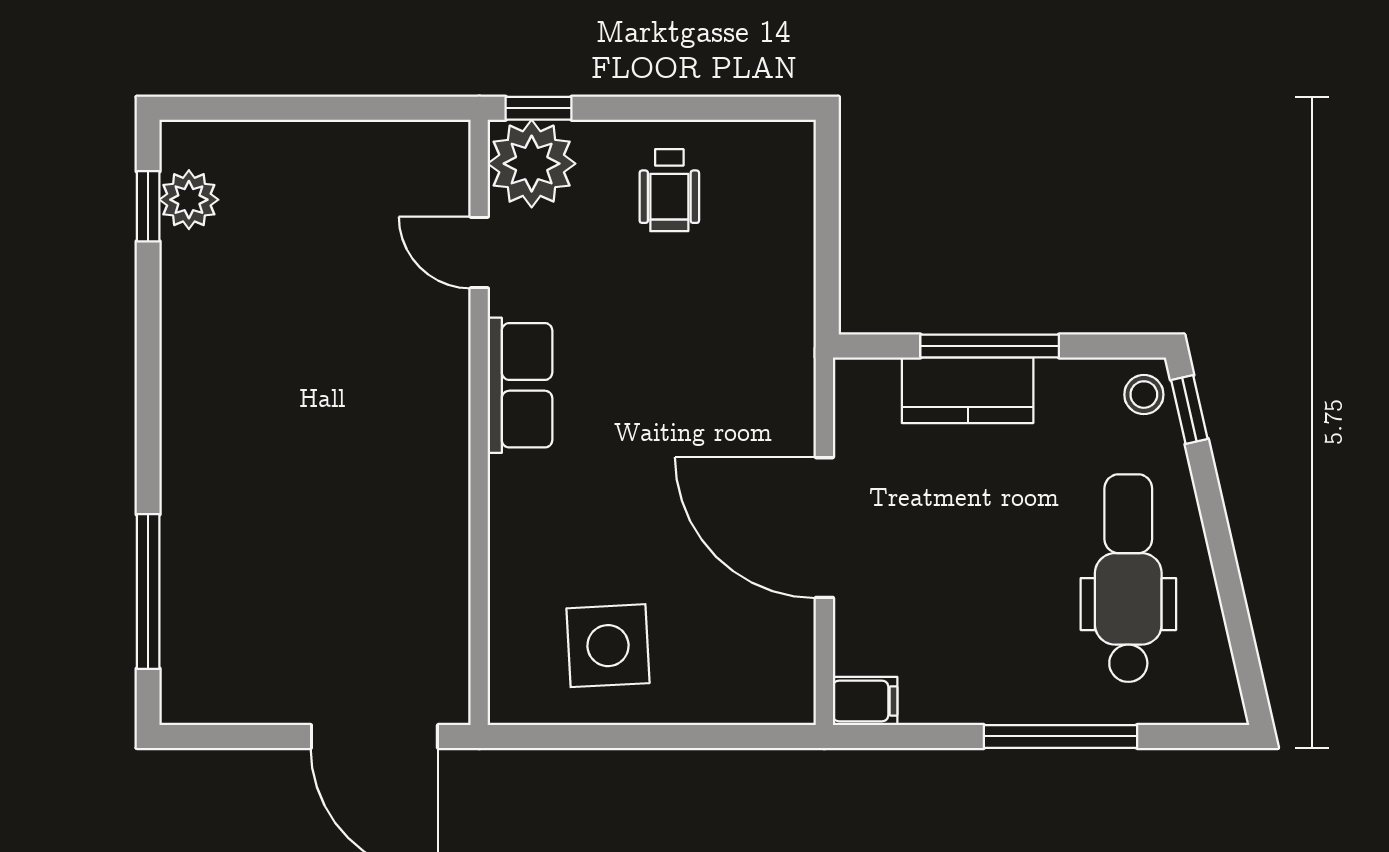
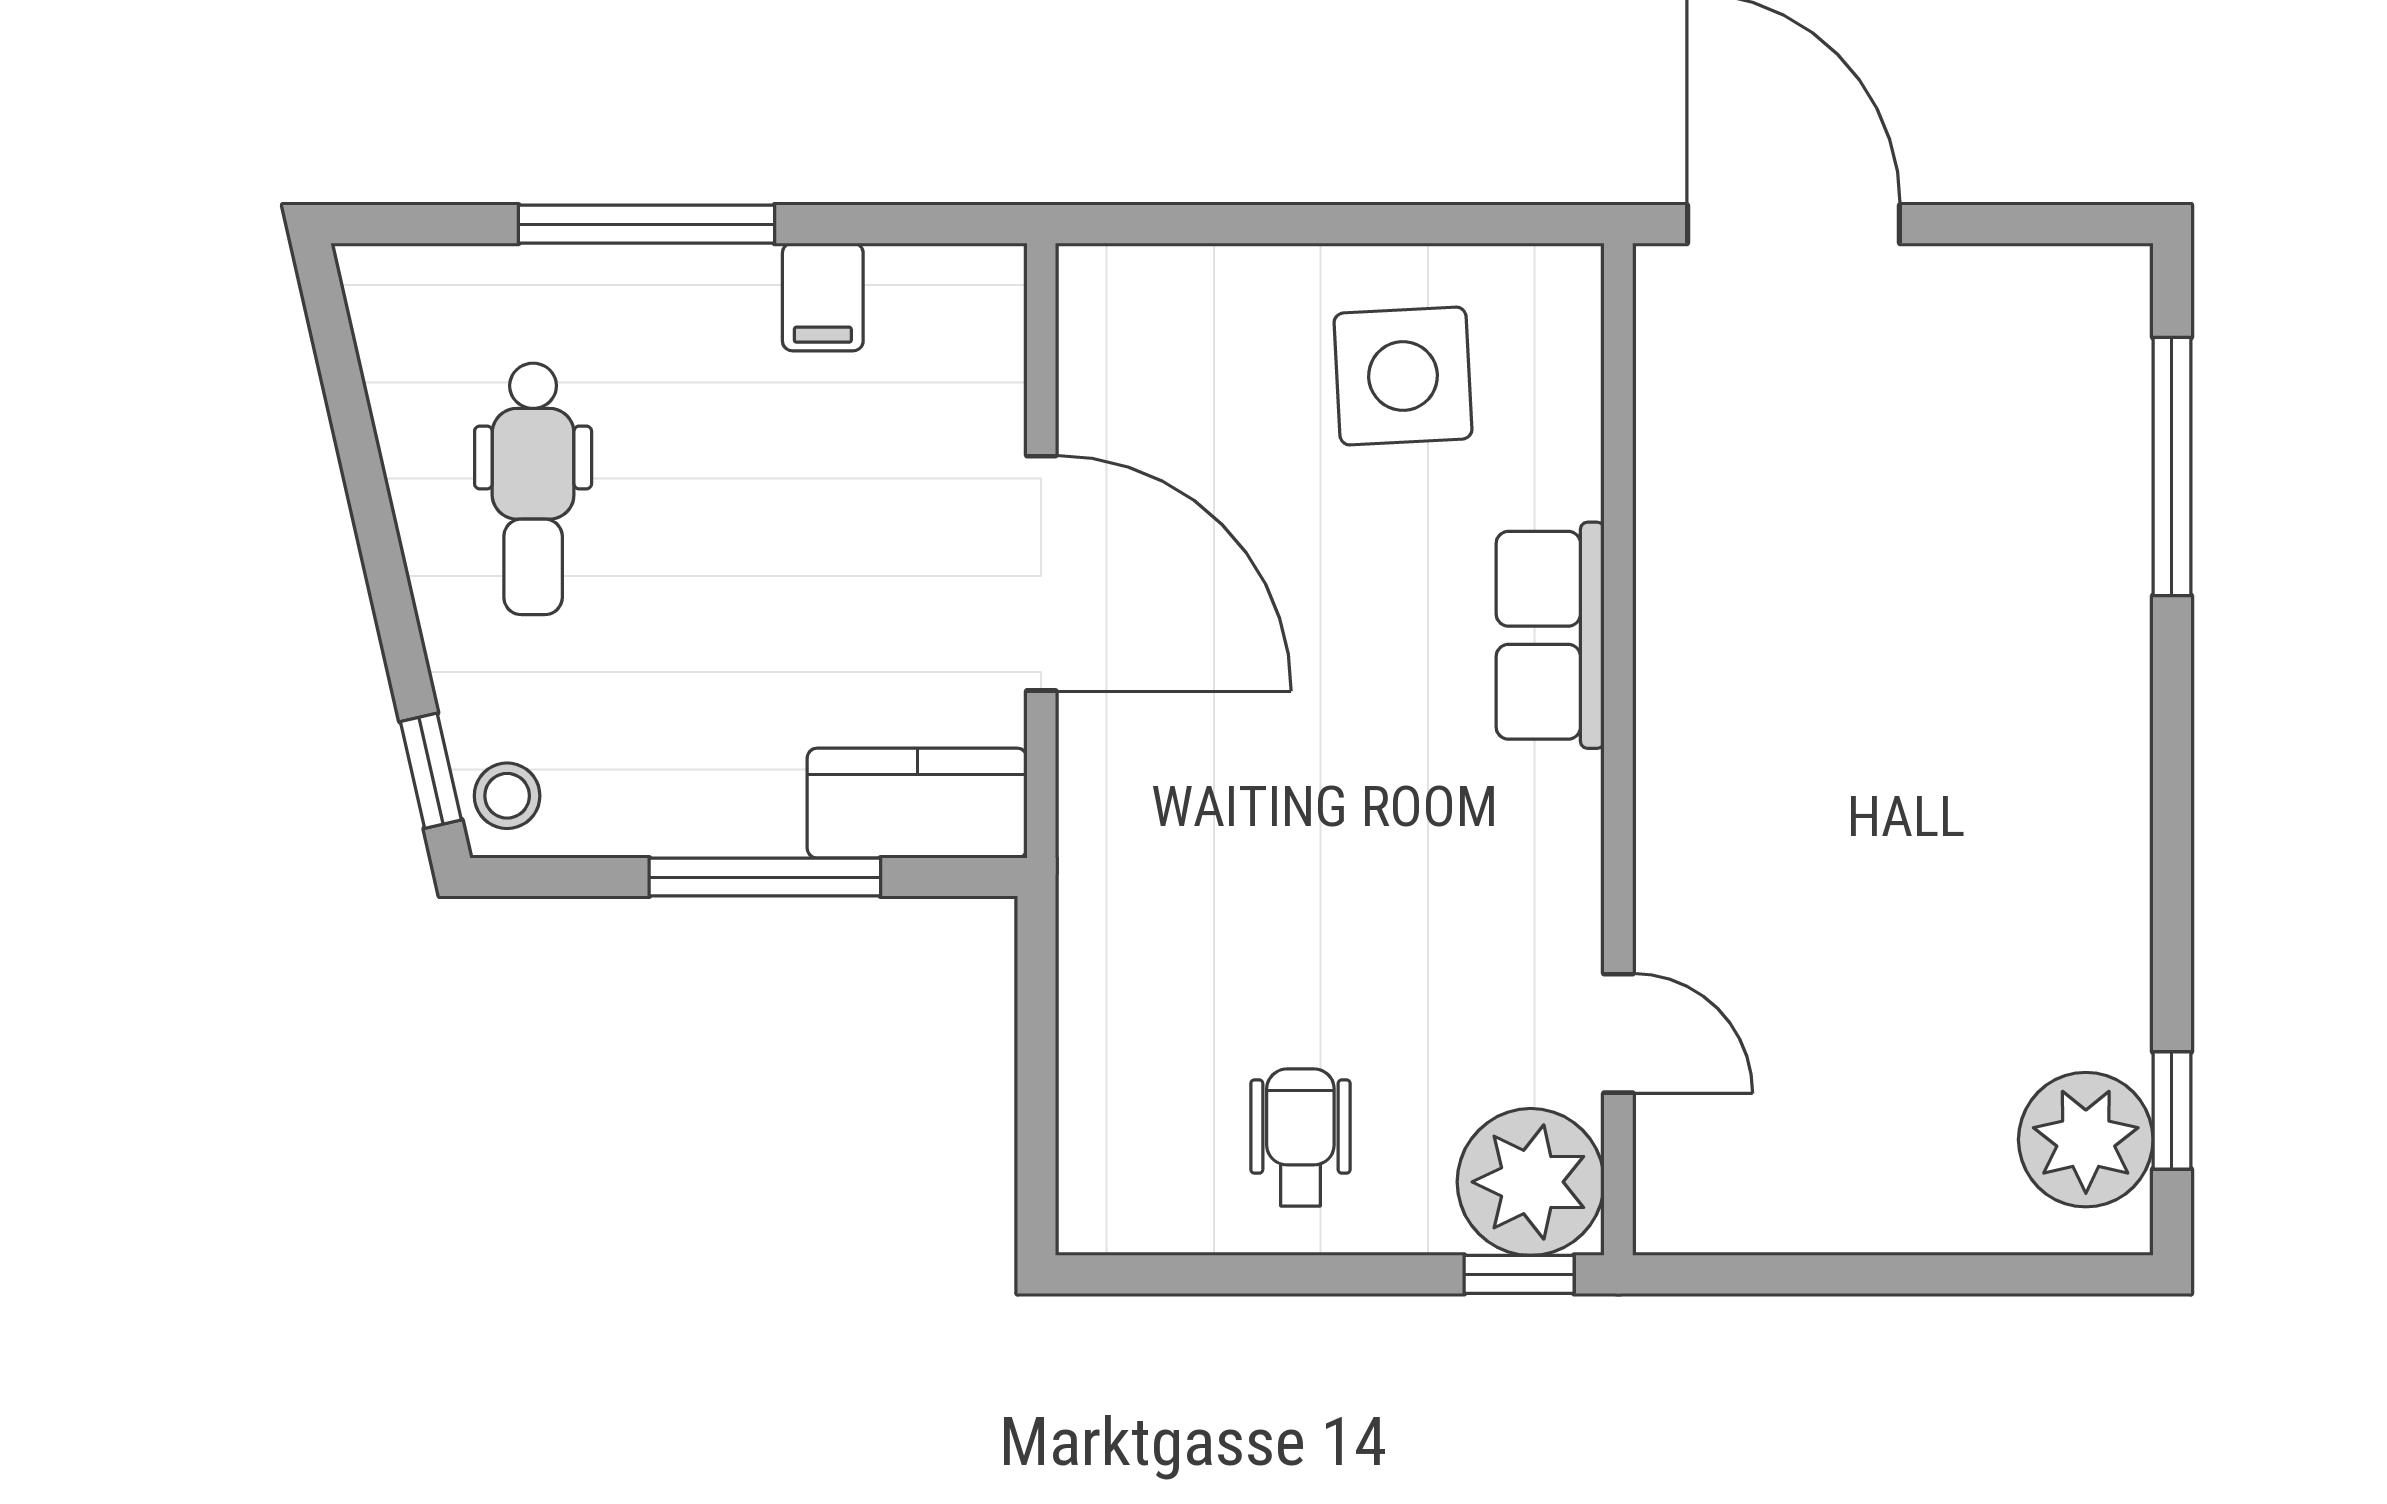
plant: (189, 200) -> (2086, 1140), width x1.36, depth x1.36
row of seats: (520, 385) -> (1550, 635), moved
kitchen counter: (968, 390) -> (917, 803), moved
dental chair: (1128, 578) -> (533, 489), width x0.73, depth x0.72
filing cabinet: (865, 701) -> (823, 297), moved, turned -90

